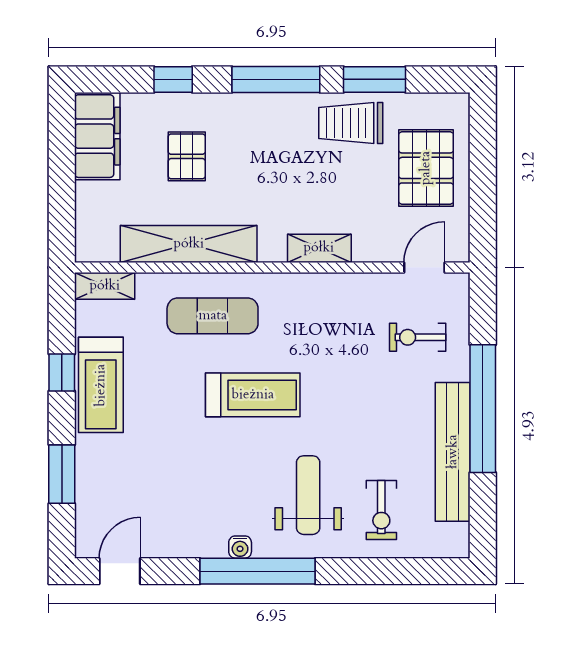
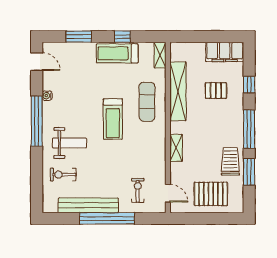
water cooler: (240, 547) -> (47, 96), moved

